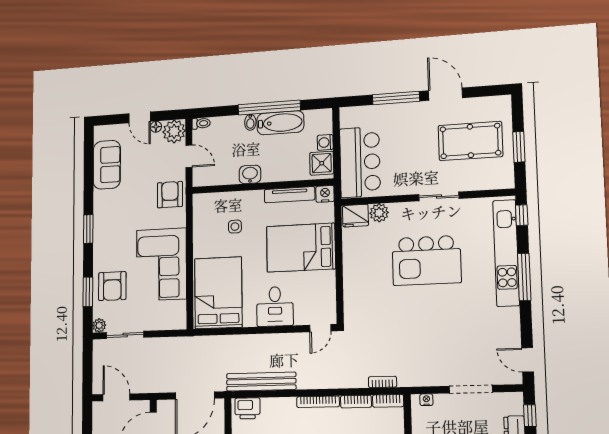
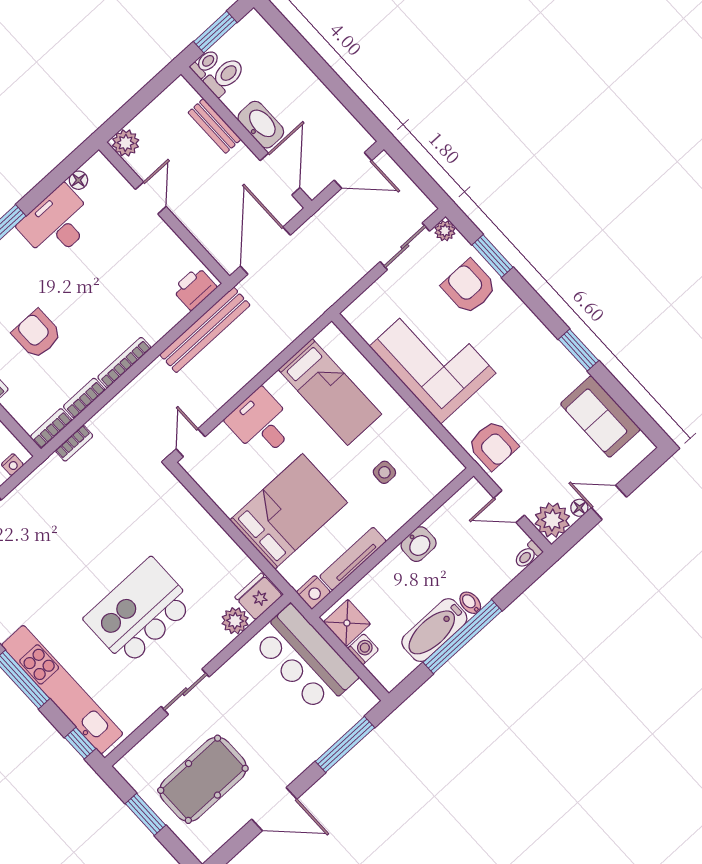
window: (396, 98) -> (345, 744), moved
window: (88, 229) -> (579, 350), moved
bed: (218, 293) -> (330, 392), width x0.67

